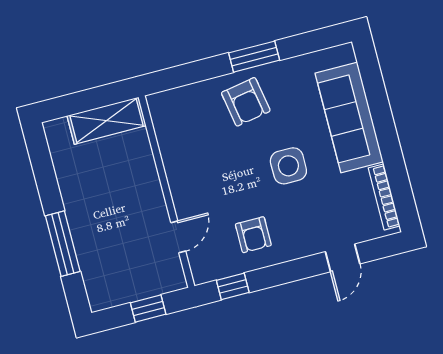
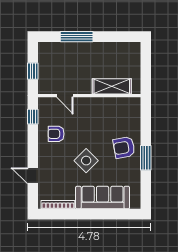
shelving: (106, 121) -> (112, 86), moved, turned 90
side table: (288, 166) -> (86, 161), turned 45

